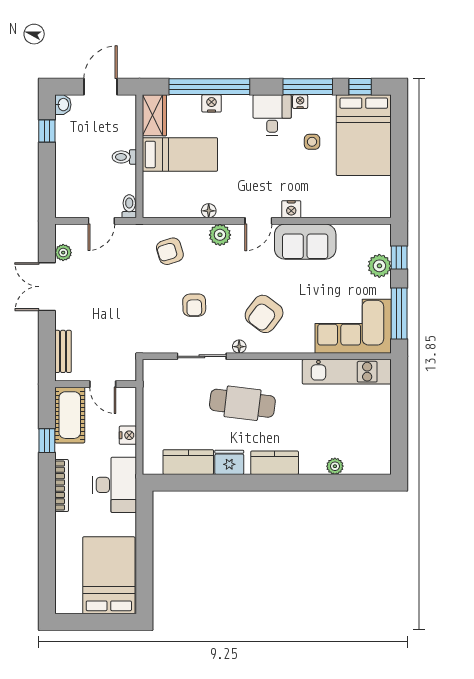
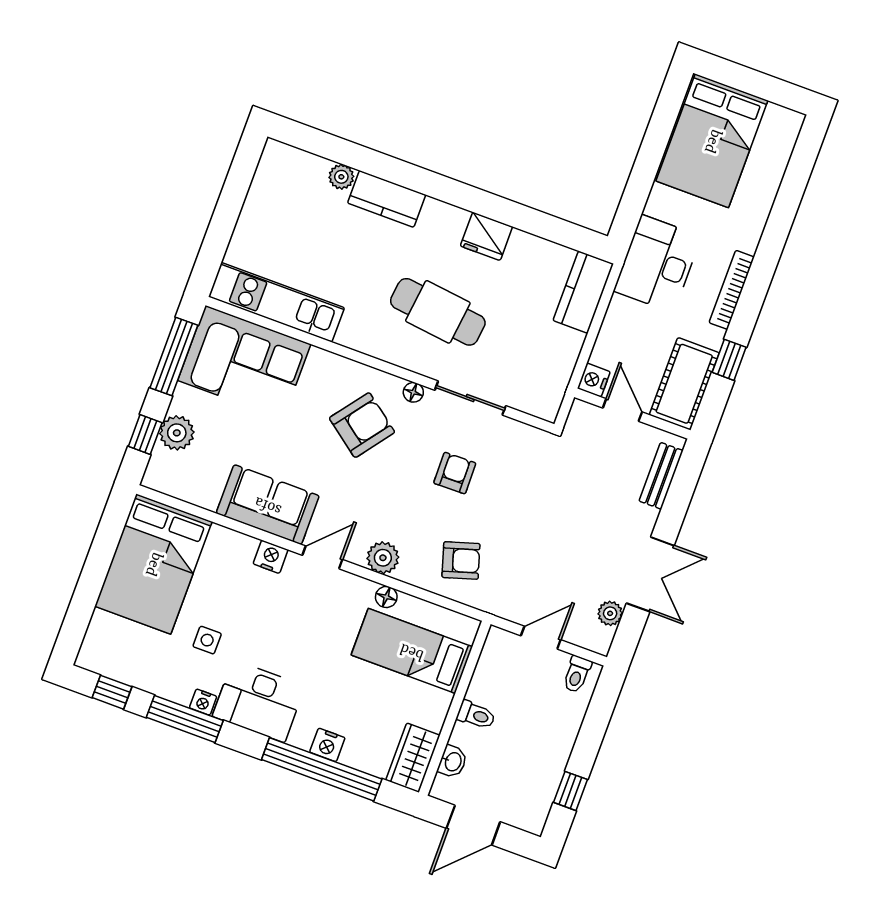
washbasin: (63, 105) -> (453, 762), moved, turned 180
desk: (272, 115) -> (259, 701), width x1.37
bed: (364, 135) -> (153, 564), moved, turned 180
bed: (180, 154) -> (412, 651), moved
toilet: (129, 206) -> (577, 674), moved
nightstand: (128, 435) -> (594, 380), moved
kitchen counter: (188, 462) -> (583, 292), moved, turned 90
kitchen counter: (275, 463) -> (387, 199), moved

